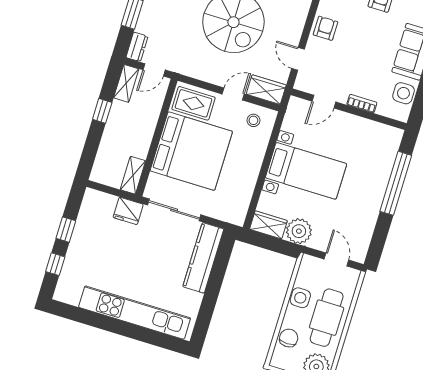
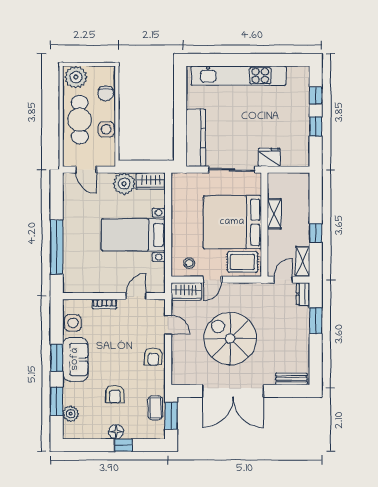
shelving: (133, 175) -> (274, 214), moved

